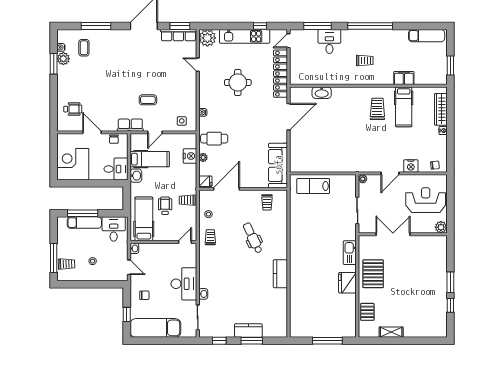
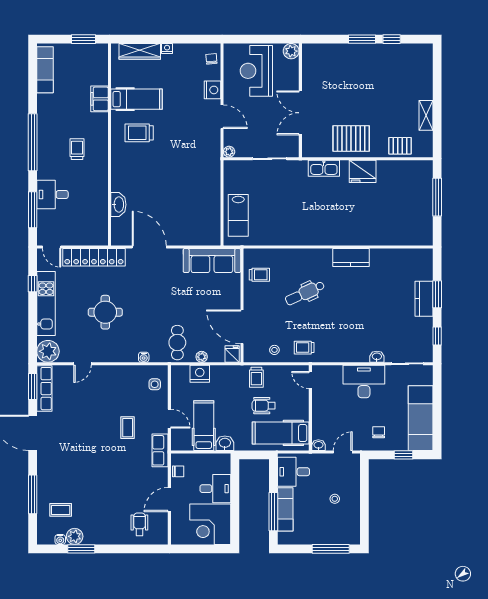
desk: (116, 169) -> (215, 489), moved, turned 90
trolley: (66, 264) -> (338, 532), removed

